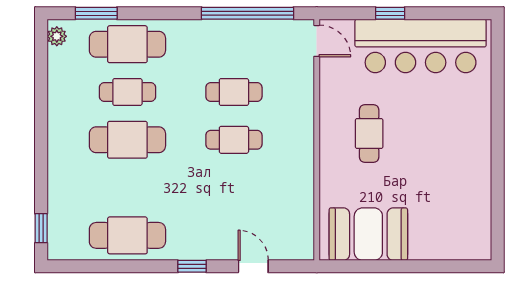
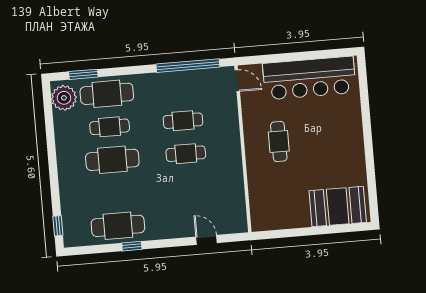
window: (390, 13) -> (286, 57), removed
plant: (57, 36) -> (64, 98), width x1.87, depth x1.87
booth: (368, 234) -> (338, 206), moved
window: (192, 266) -> (132, 246), moved

